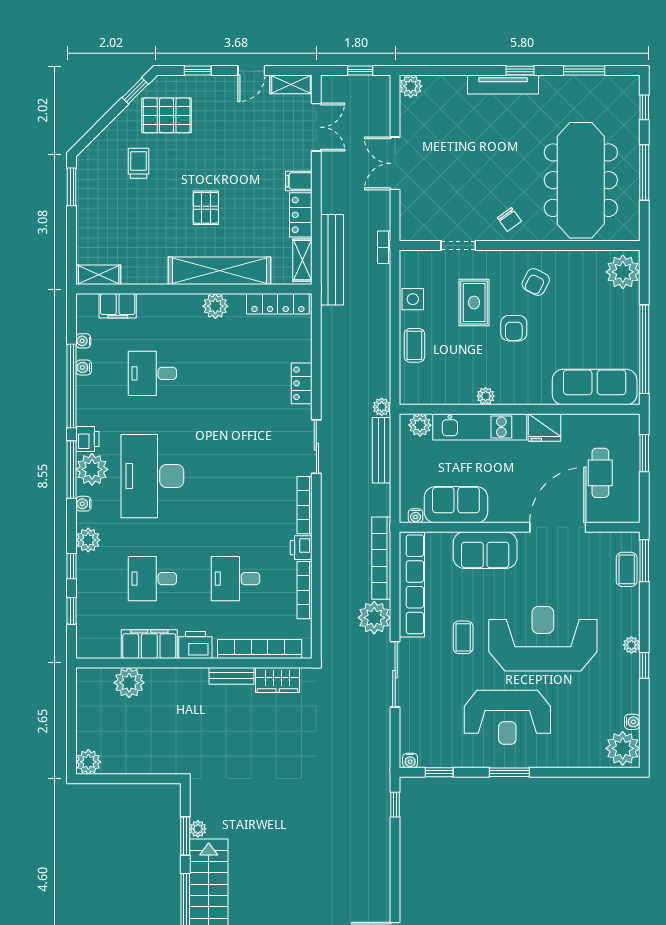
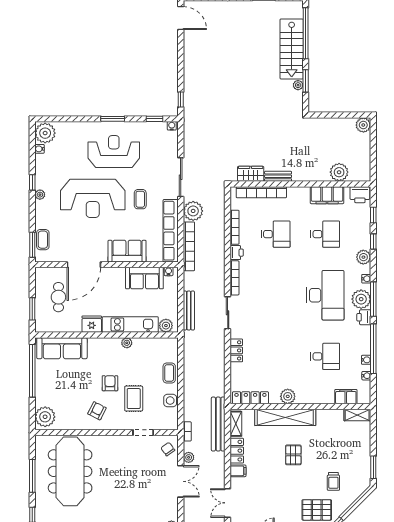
chair: (509, 220) -> (168, 449), moved
plant: (382, 407) -> (189, 457), moved
printer: (195, 645) -> (360, 195), moved

